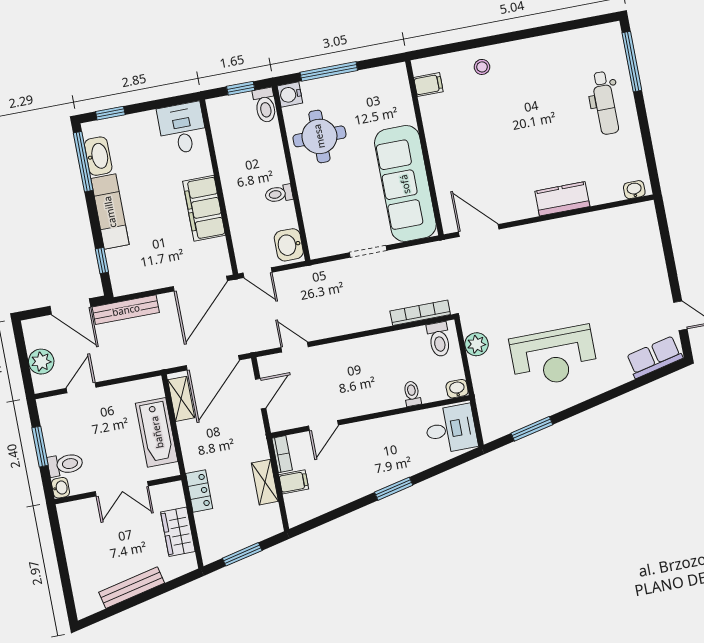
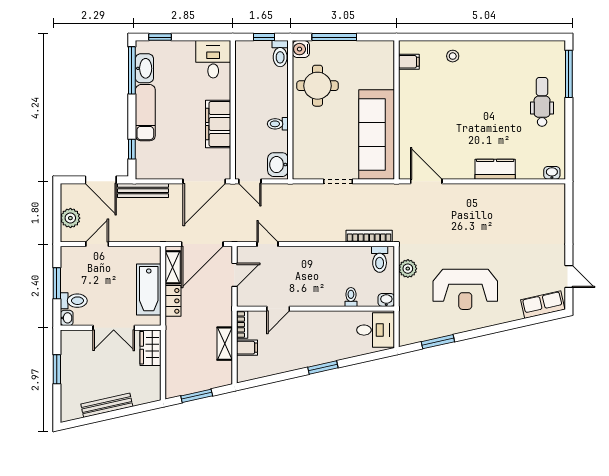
dental chair: (605, 103) -> (542, 102), turned 180
locker: (199, 491) -> (173, 301), moved
wardrobe: (178, 532) -> (151, 348), moved
window: (61, 554) -> (57, 369), added

